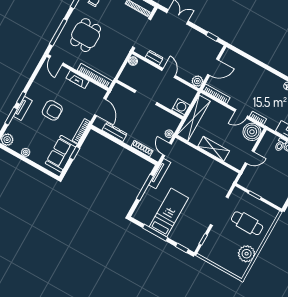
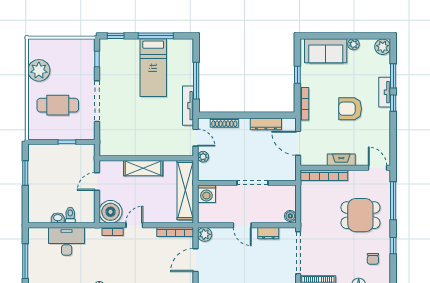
dining table: (86, 35) -> (360, 215), turned 90
sofa: (61, 154) -> (326, 51), moved, turned 90

